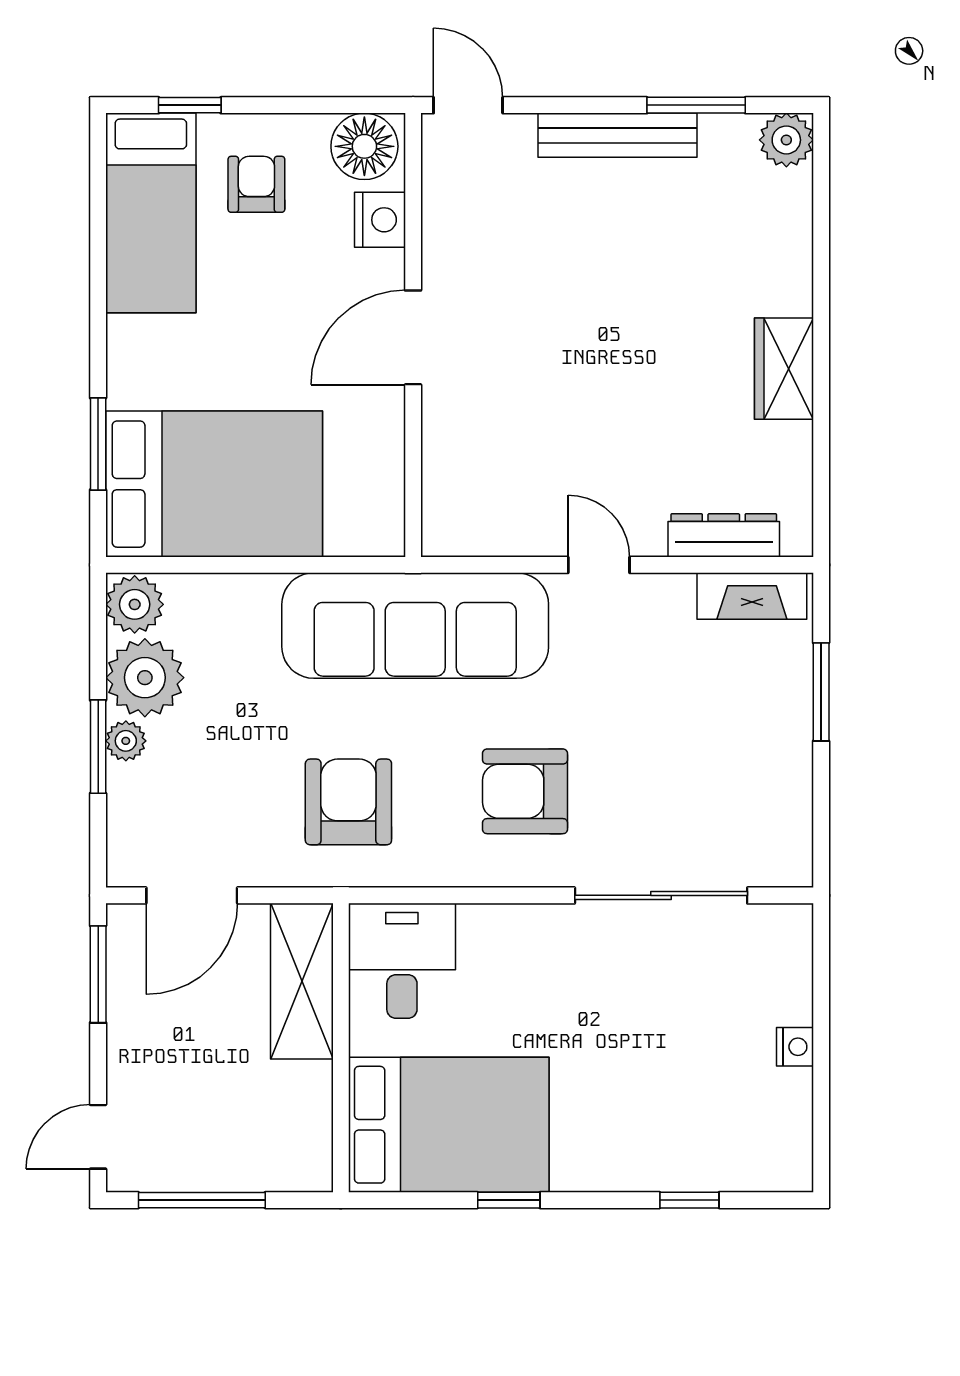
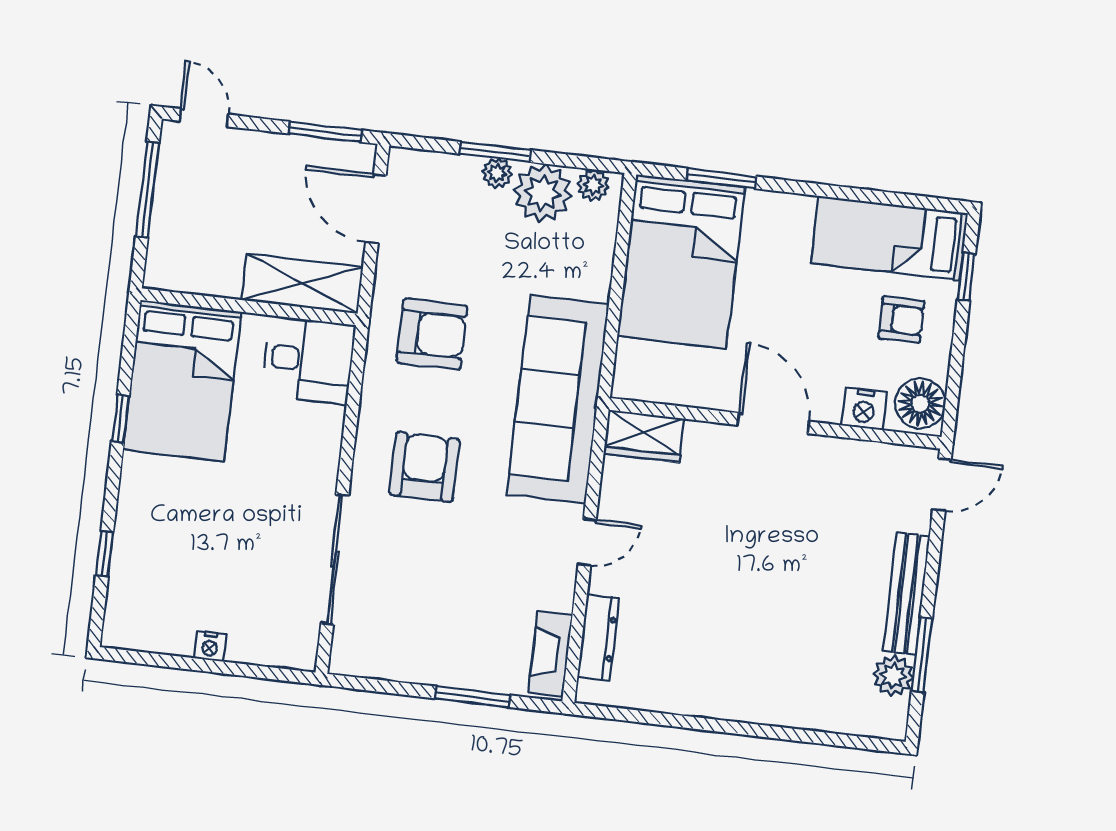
plant: (786, 140) -> (893, 676), moved
wardrobe: (784, 369) -> (644, 436), moved, turned 180
plant: (135, 604) -> (593, 185), width x0.73, depth x0.73

